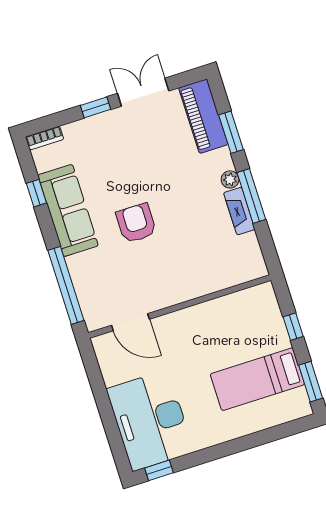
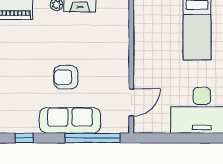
sofa: (68, 210) -> (70, 120), moved

